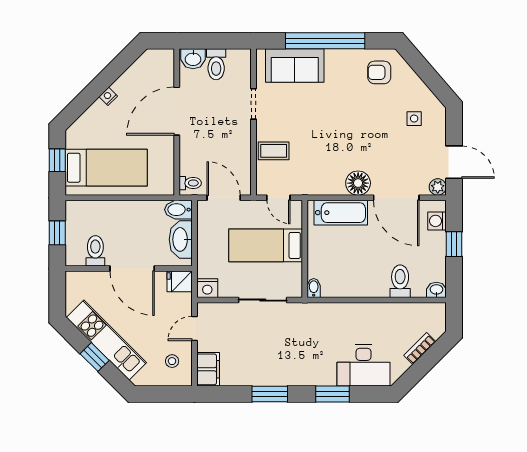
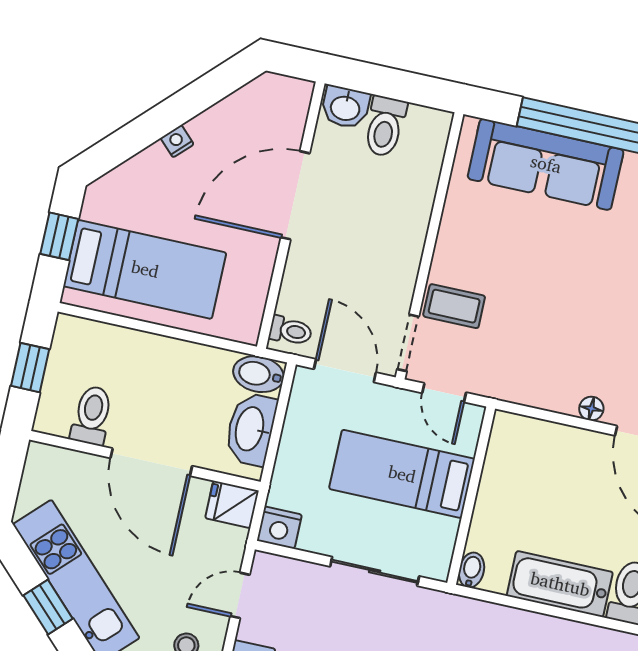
sofa: (295, 65) -> (546, 164), width x1.36
doorway: (254, 104) -> (408, 343), moved
floor lamp: (358, 183) -> (591, 409), width x0.53, depth x0.53
bathtub: (341, 213) -> (560, 584), moved, turned 180

